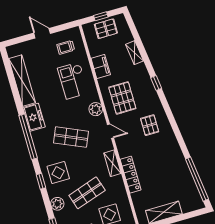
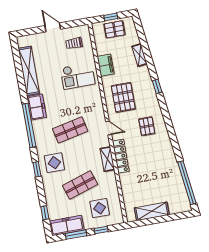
checkout: (73, 81) -> (78, 76), turned -90
plant: (96, 109) -> (97, 106), removed
shop shelf: (71, 137) -> (70, 130), turned -36
locker: (131, 175) -> (121, 156), moved
plant: (57, 204) -> (50, 193), removed

